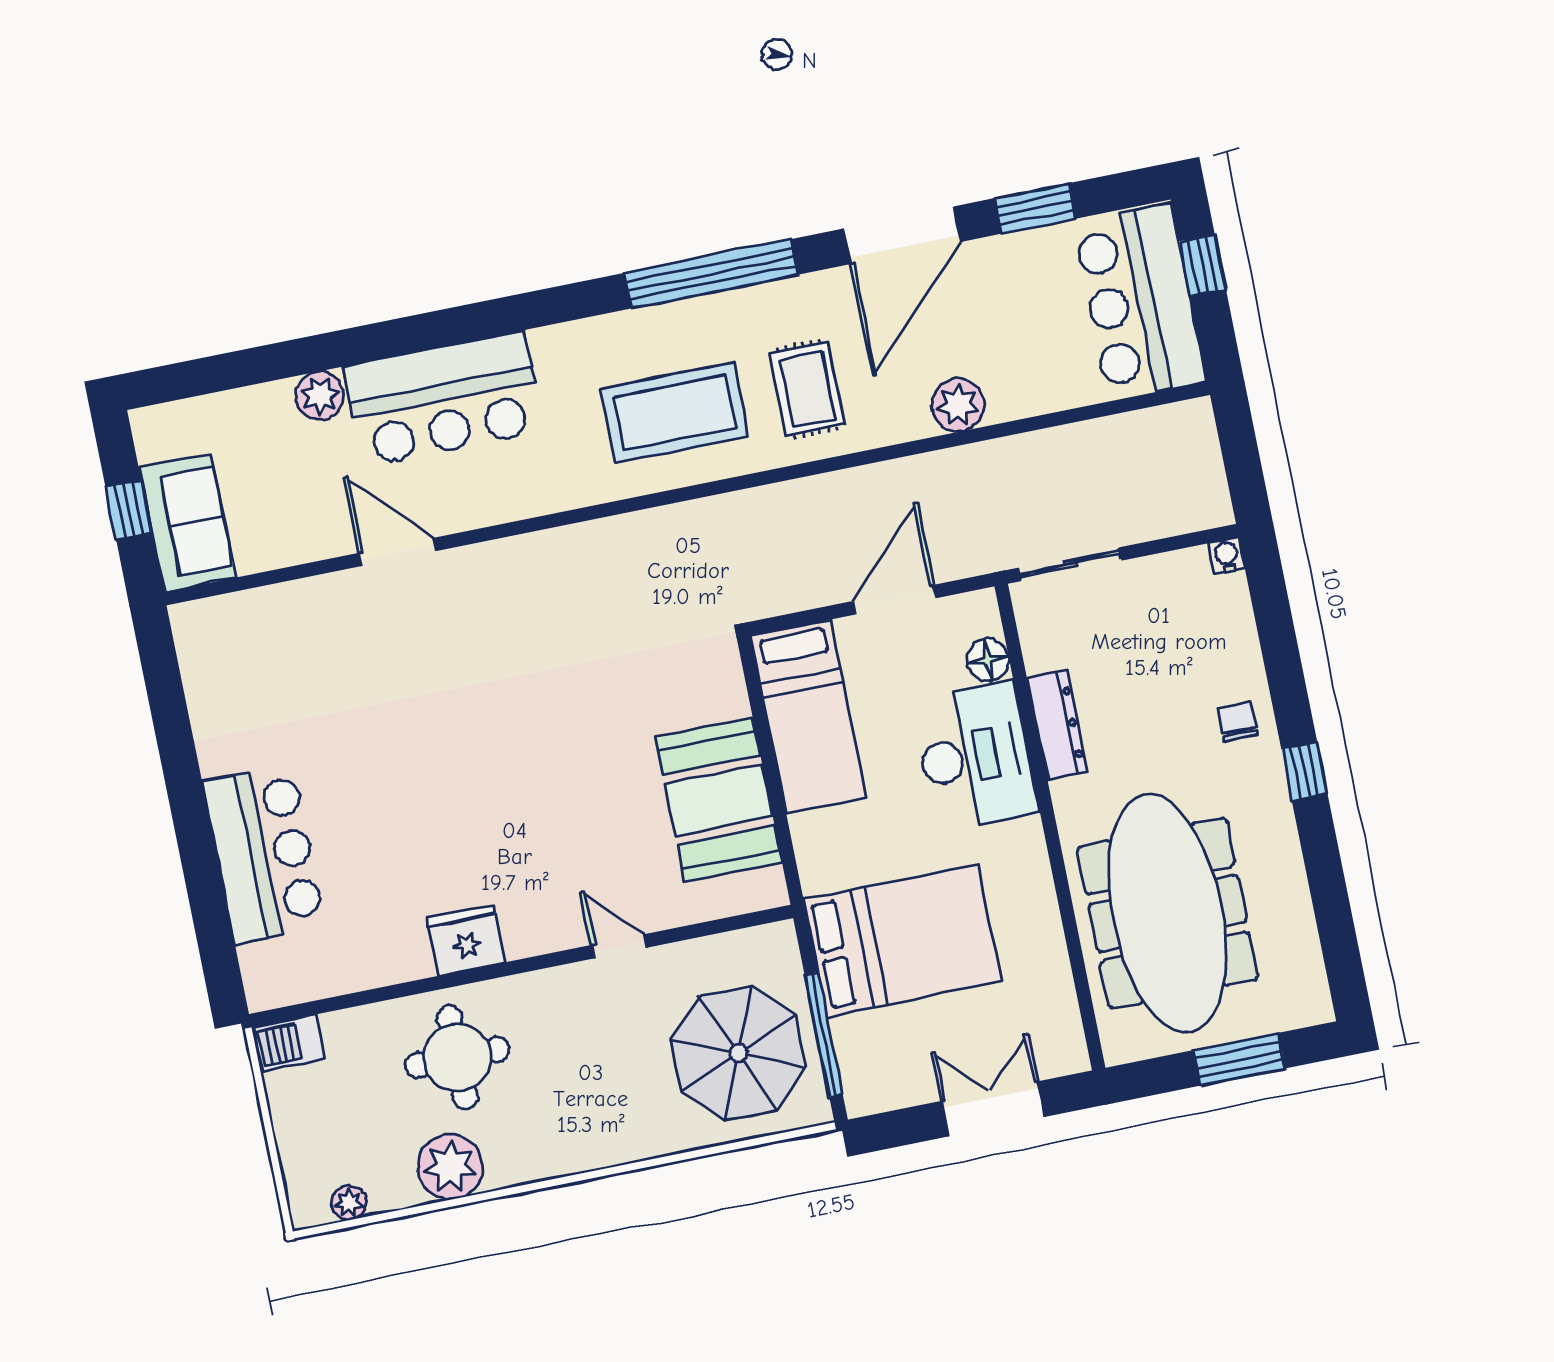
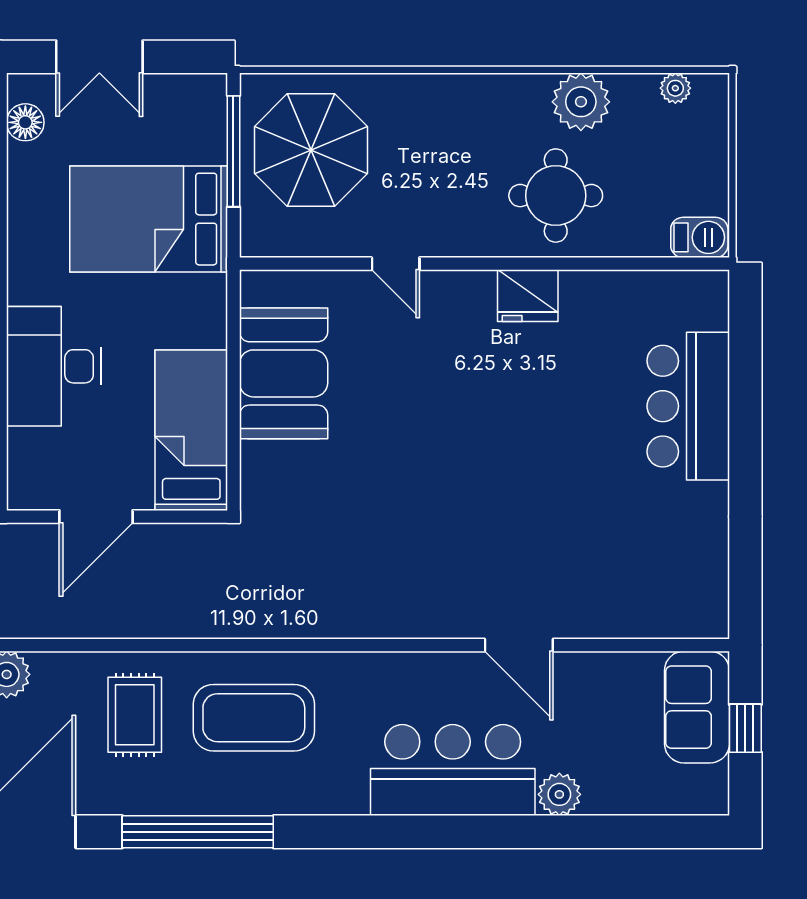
floor lamp: (988, 660) -> (25, 122), moved

